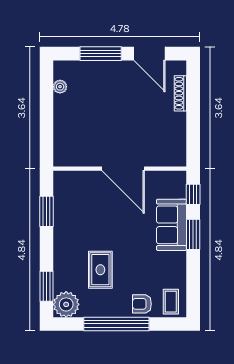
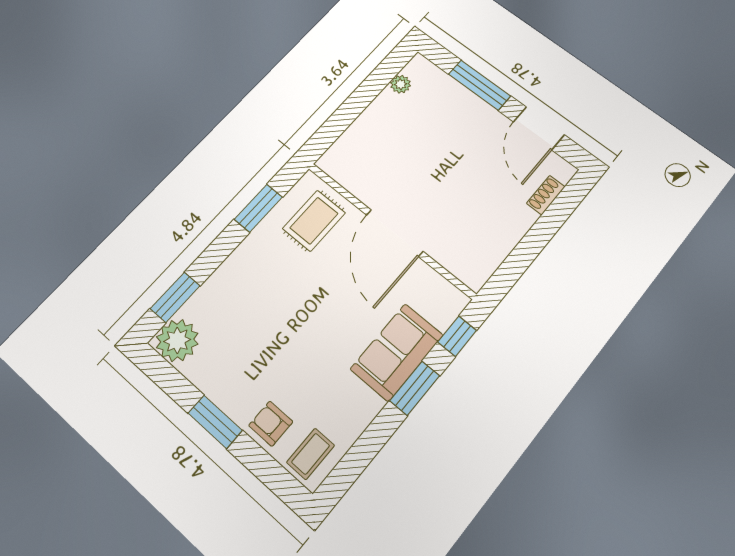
shoe rack: (180, 93) -> (546, 195), width x0.70
rug: (100, 270) -> (314, 221), moved
window: (116, 324) -> (215, 422), width x0.47

